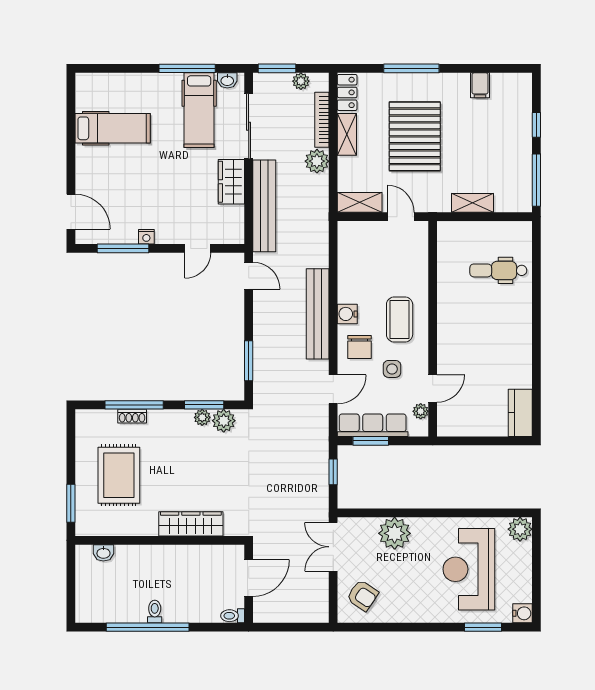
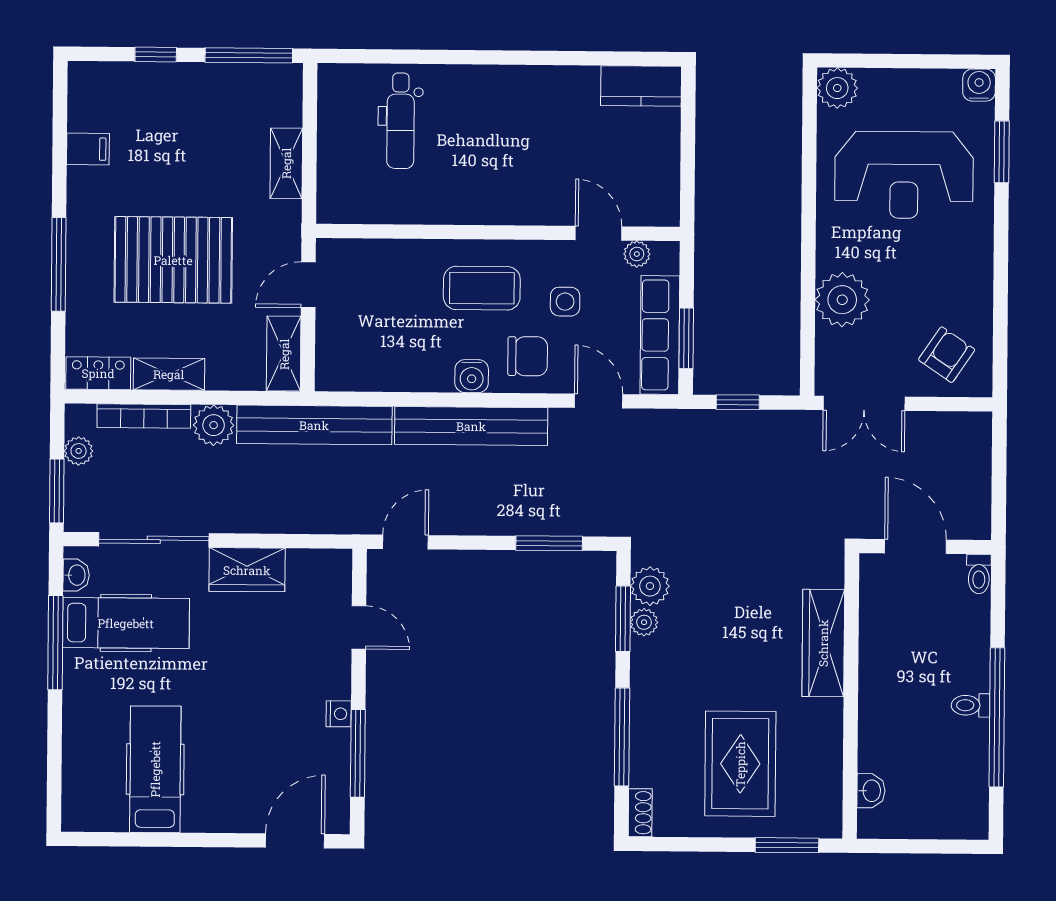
bench: (264, 206) -> (314, 425), moved
shoe rack: (132, 416) -> (640, 813), moved
rug: (119, 475) -> (740, 764), turned 90

